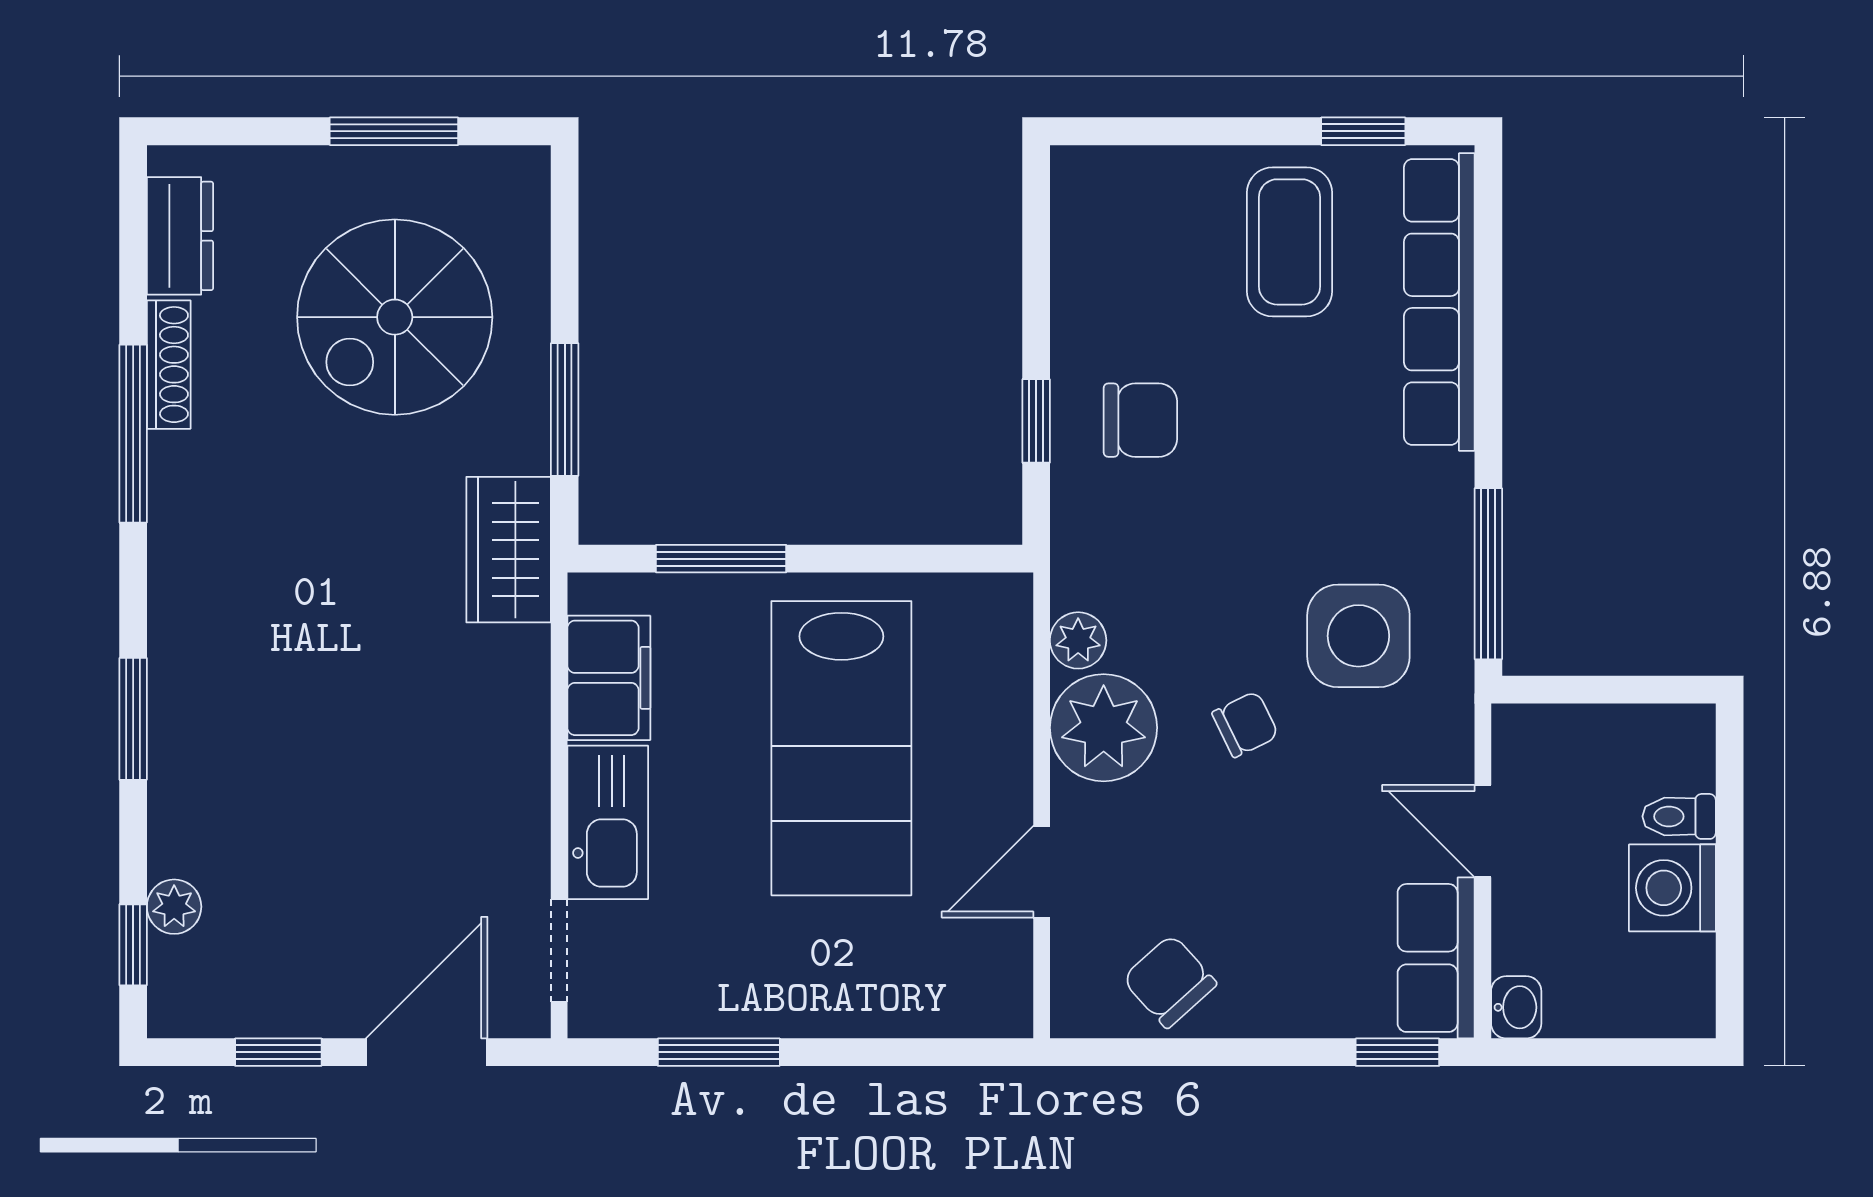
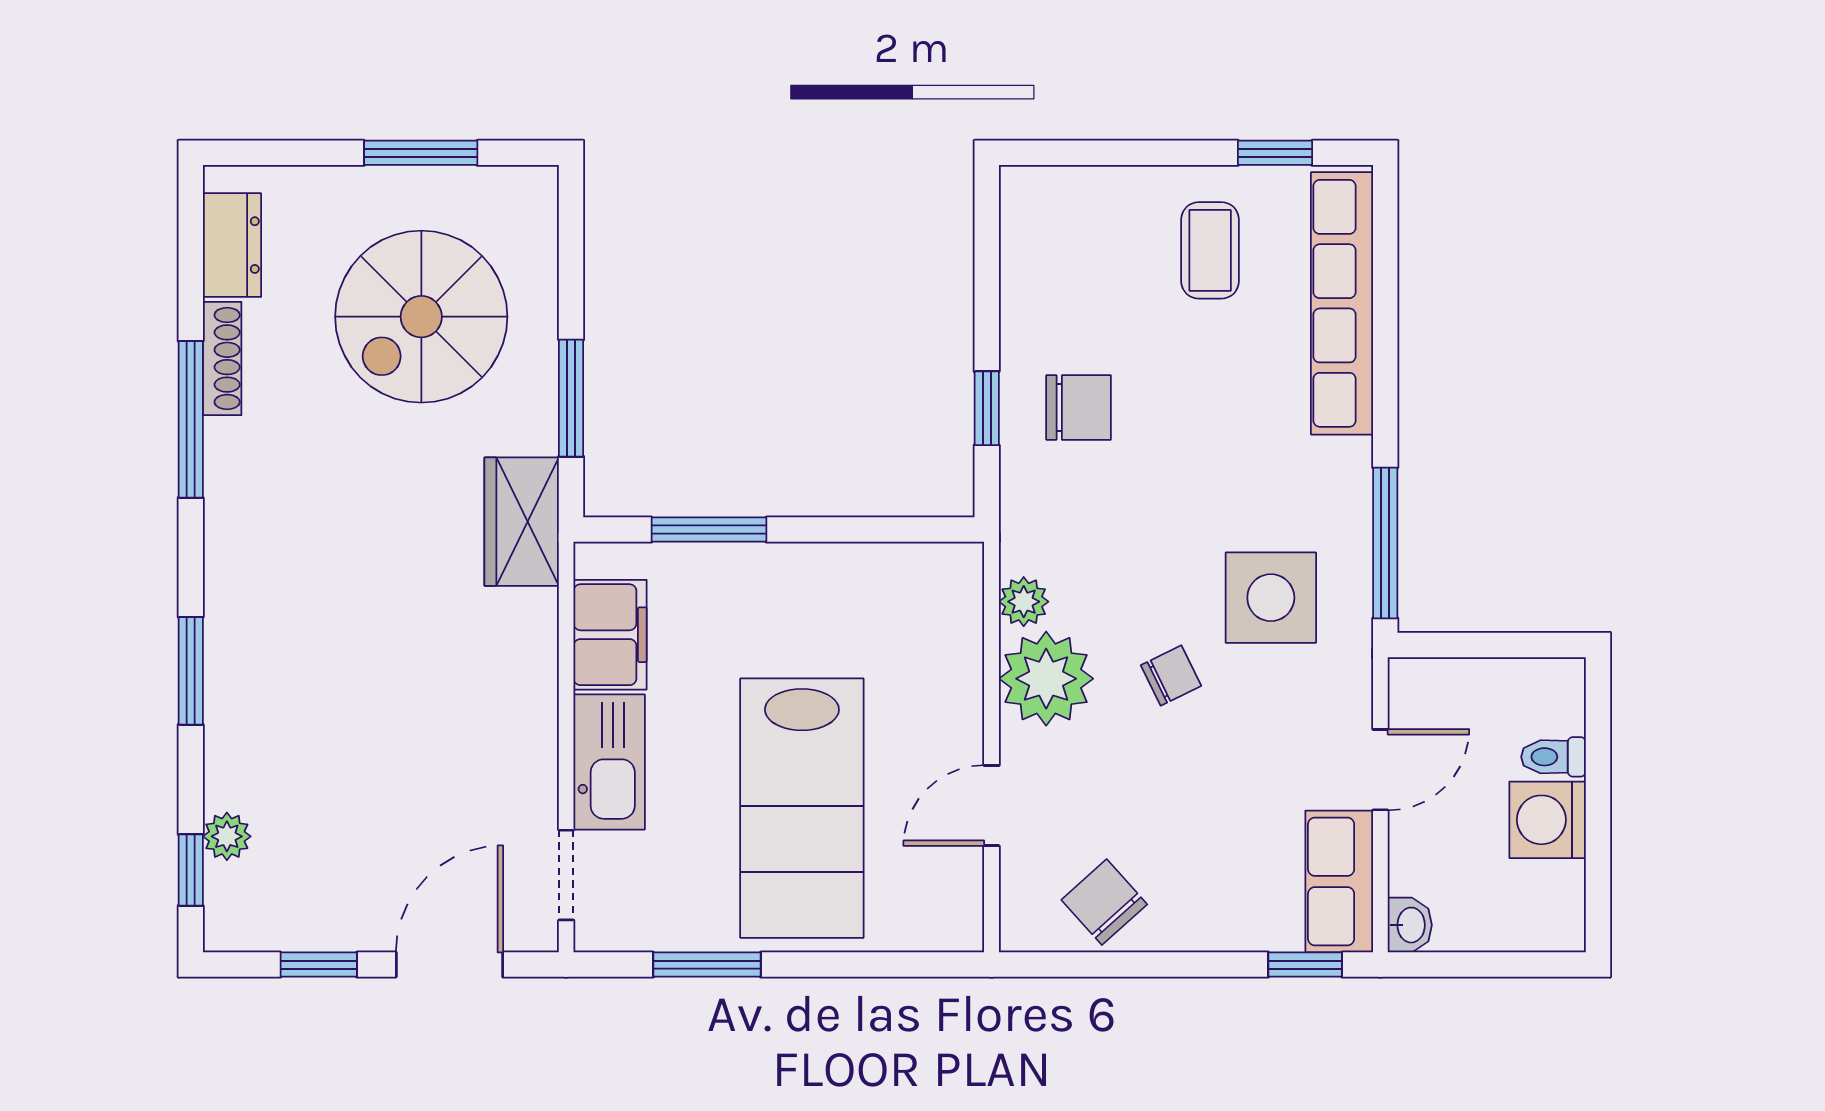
coffee table: (1290, 242) -> (1210, 250), width x0.73, depth x0.77
lab bench: (841, 748) -> (802, 808), moved
door: (1483, 831) -> (1380, 770), swing flipped

